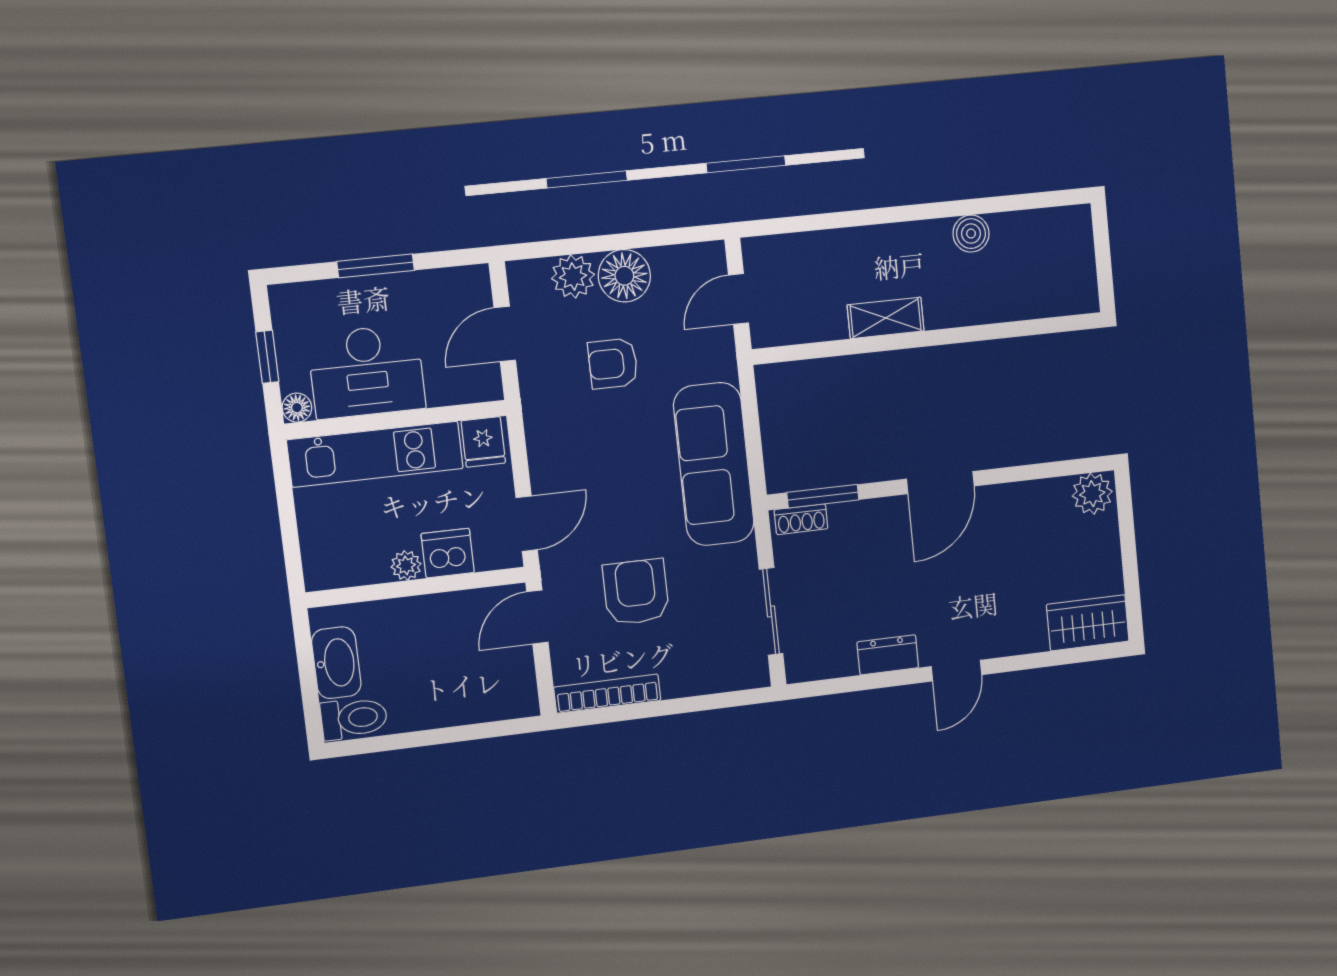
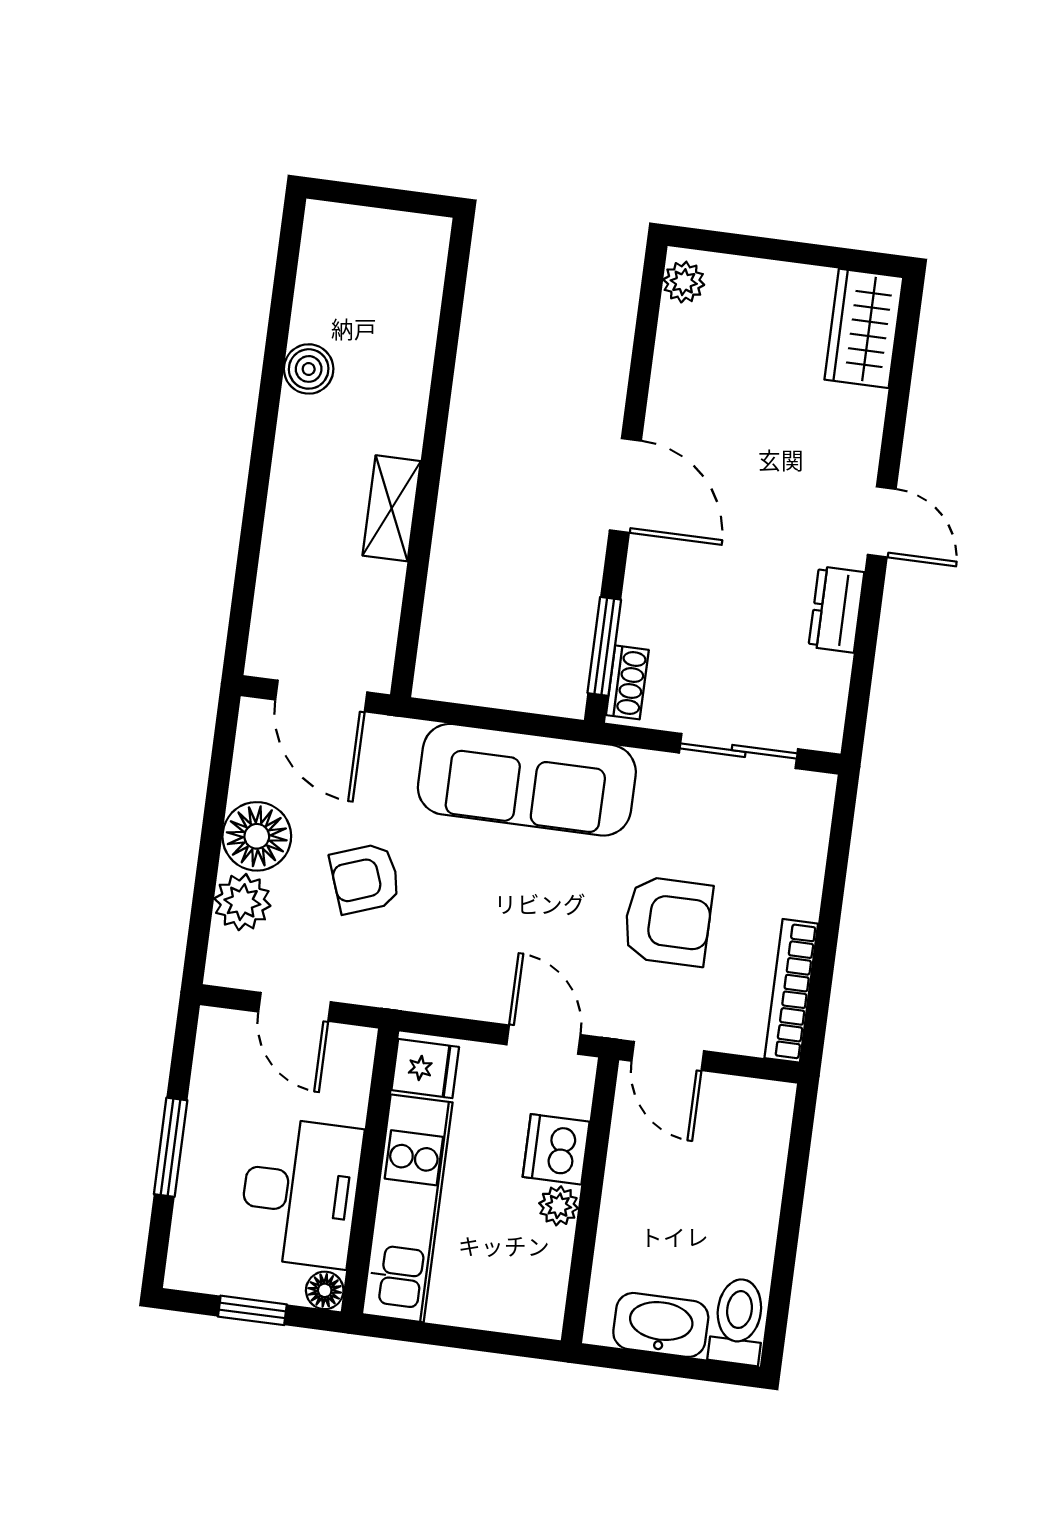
door: (738, 299) -> (321, 696), width x1.38
armchair: (613, 363) -> (365, 878), turned 70
plant: (1092, 494) -> (684, 282), width x0.73, depth x0.73
armchair: (636, 592) -> (668, 921), turned 180

